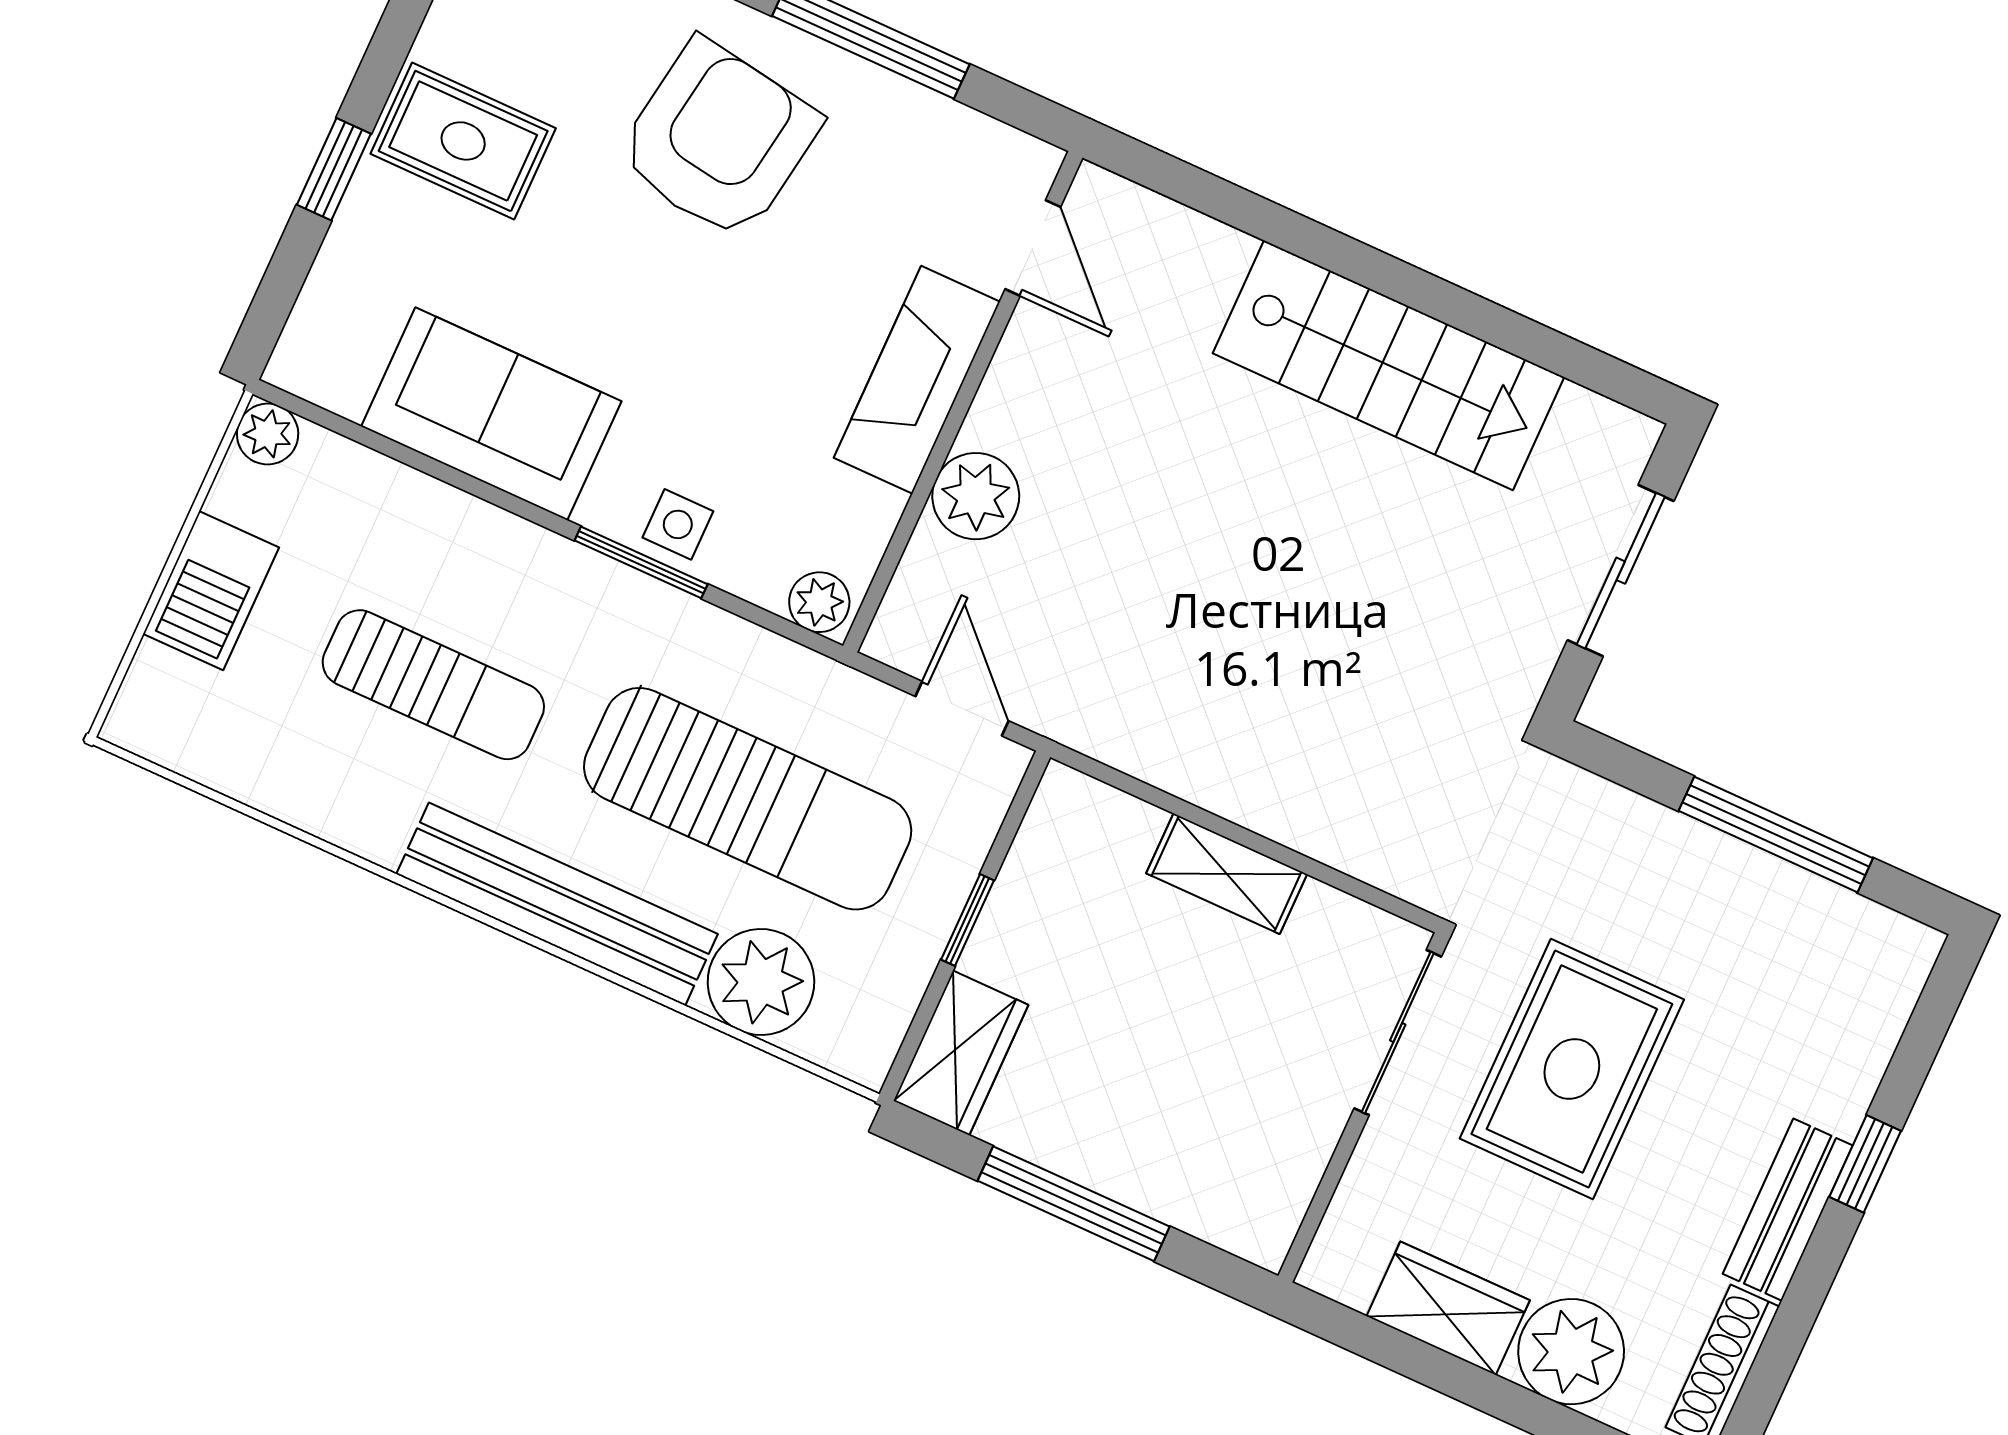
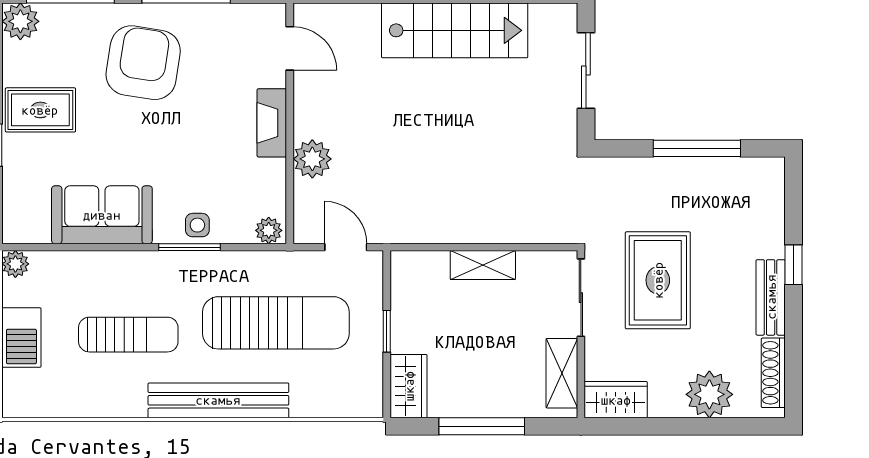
fireplace: (917, 380) -> (272, 123), width x0.73, depth x0.76
plant: (761, 982) -> (315, 394), removed
shelving: (1288, 1170) -> (562, 373), added
wardrobe: (1448, 1308) -> (616, 400), moved

